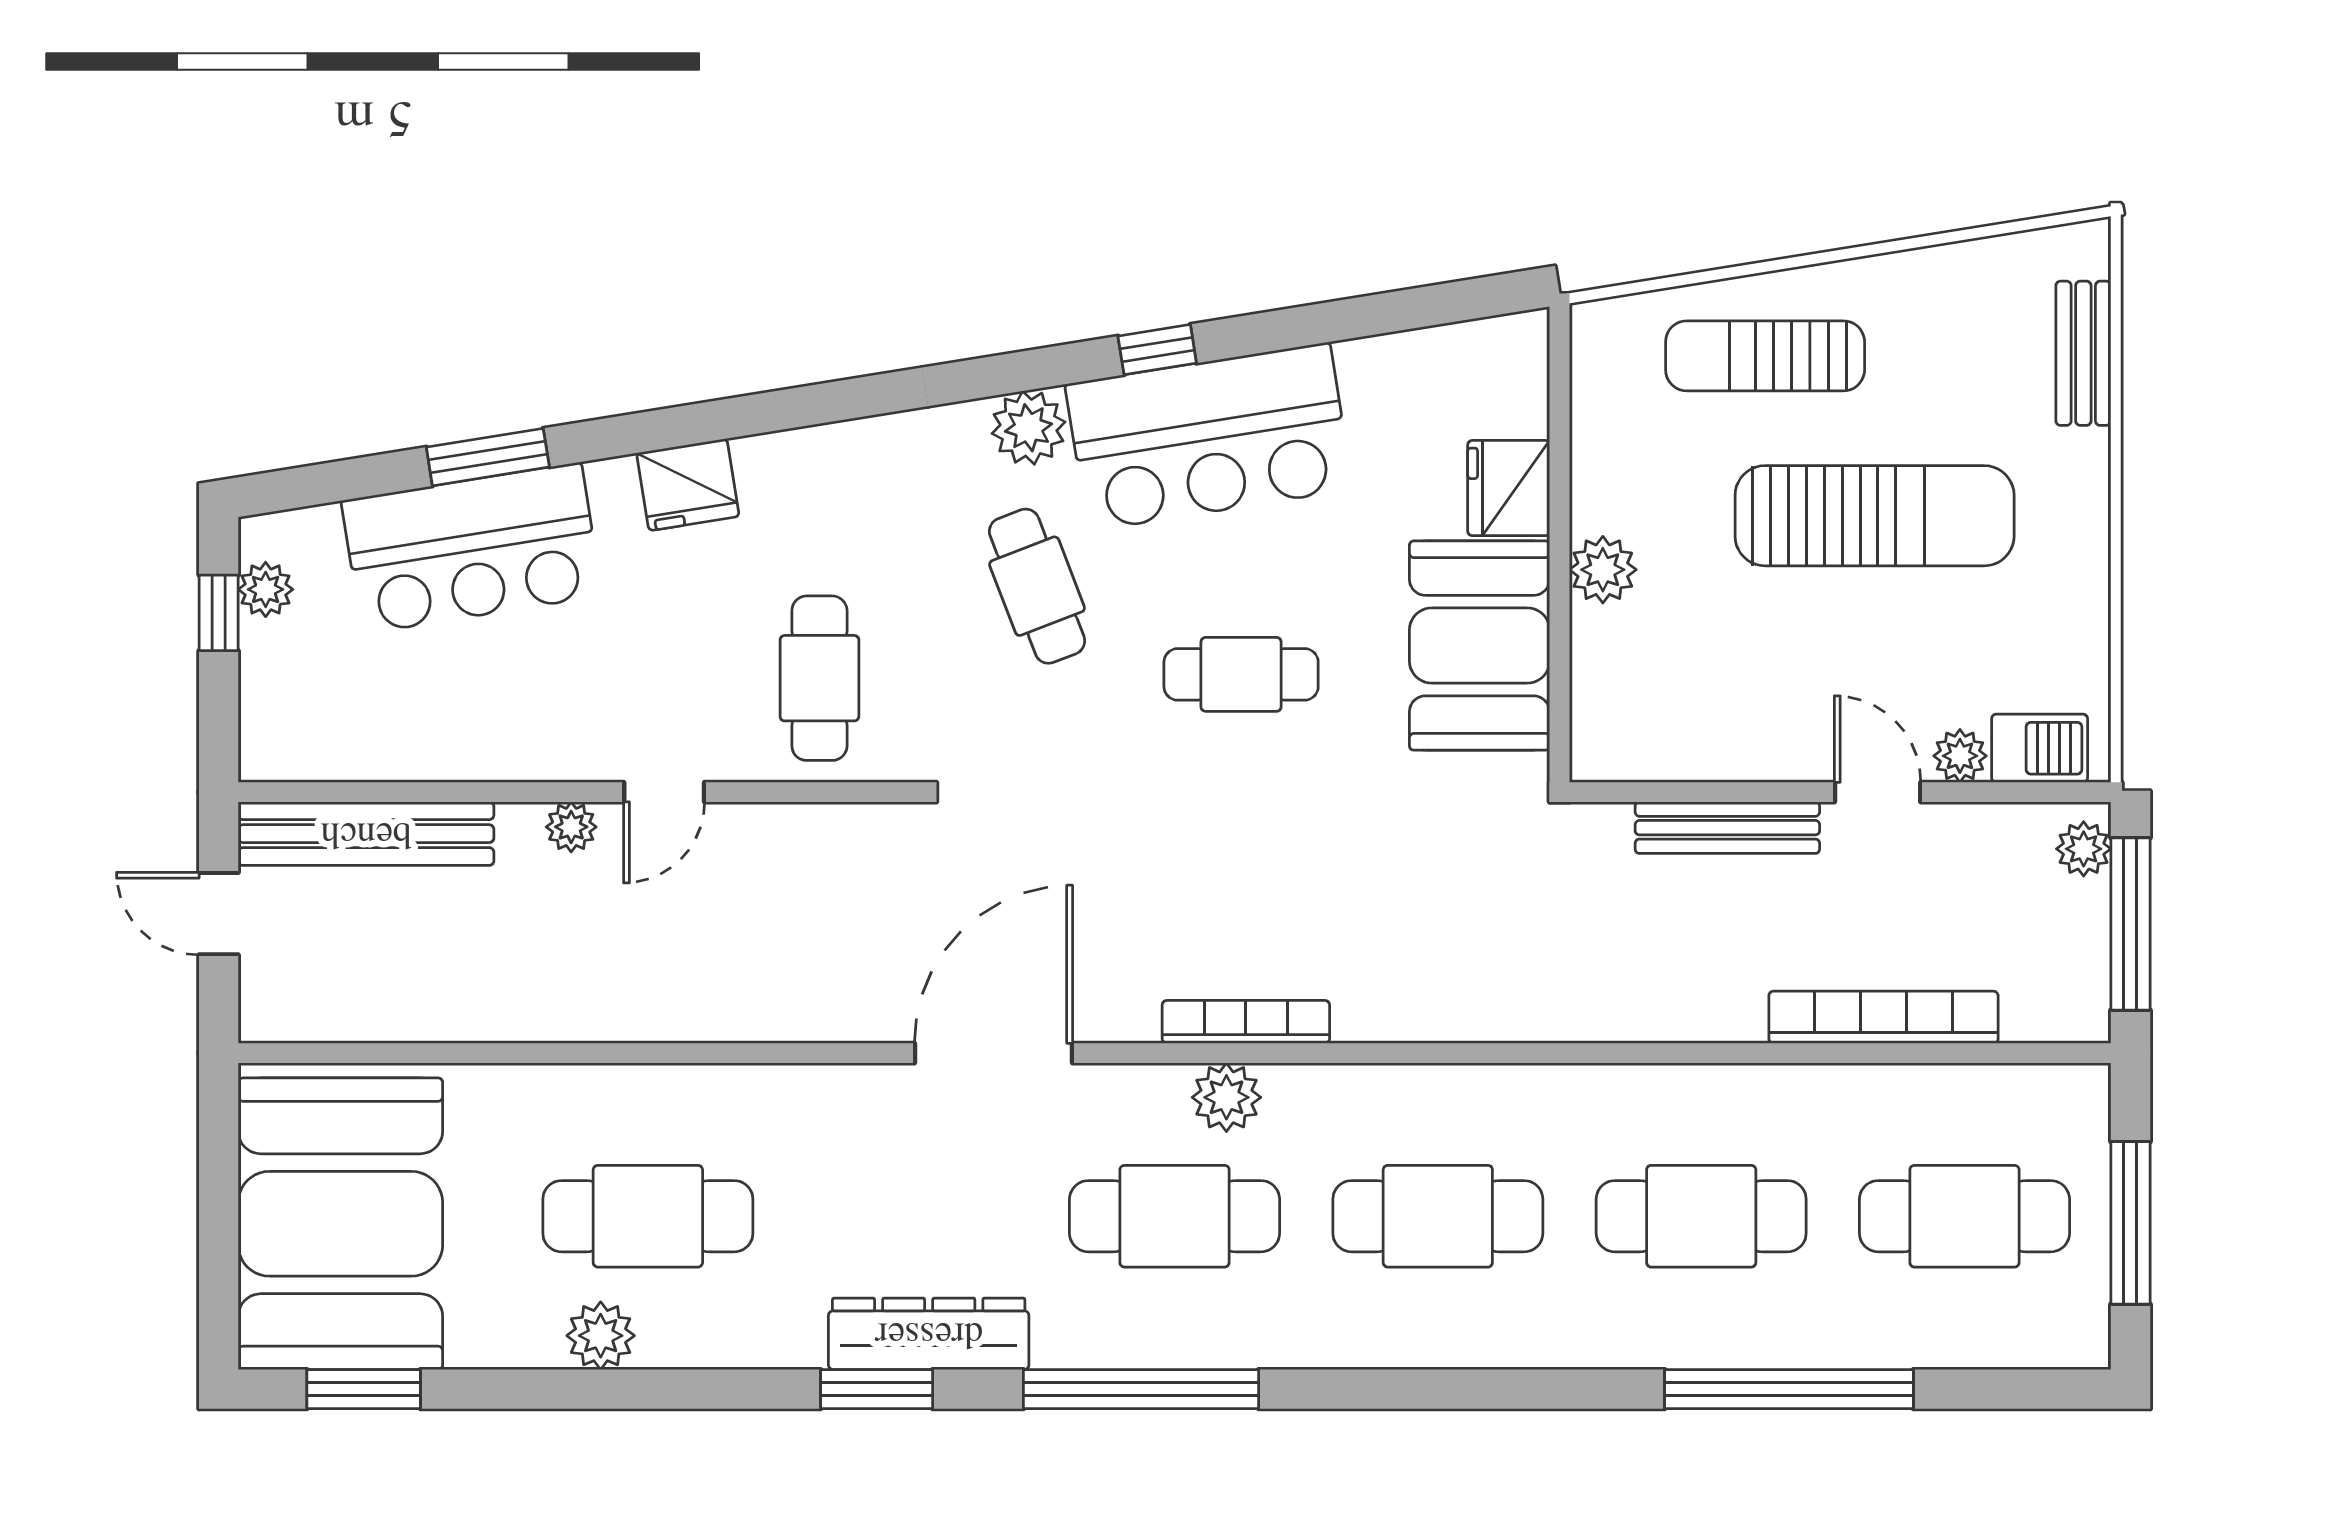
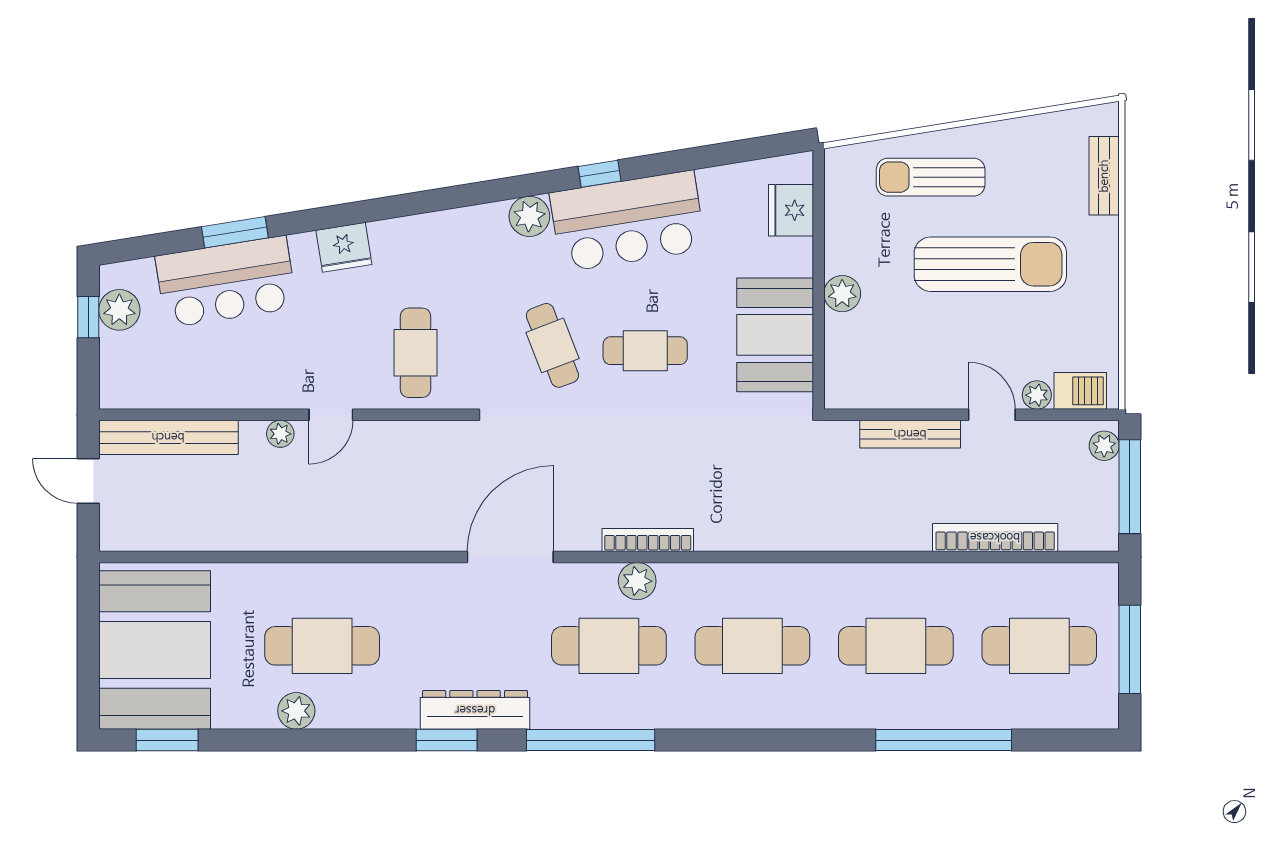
fridge: (1509, 488) -> (791, 210), moved
cafe table: (1037, 586) -> (552, 345), moved
plant: (266, 589) -> (119, 310), width x1.38, depth x1.38

